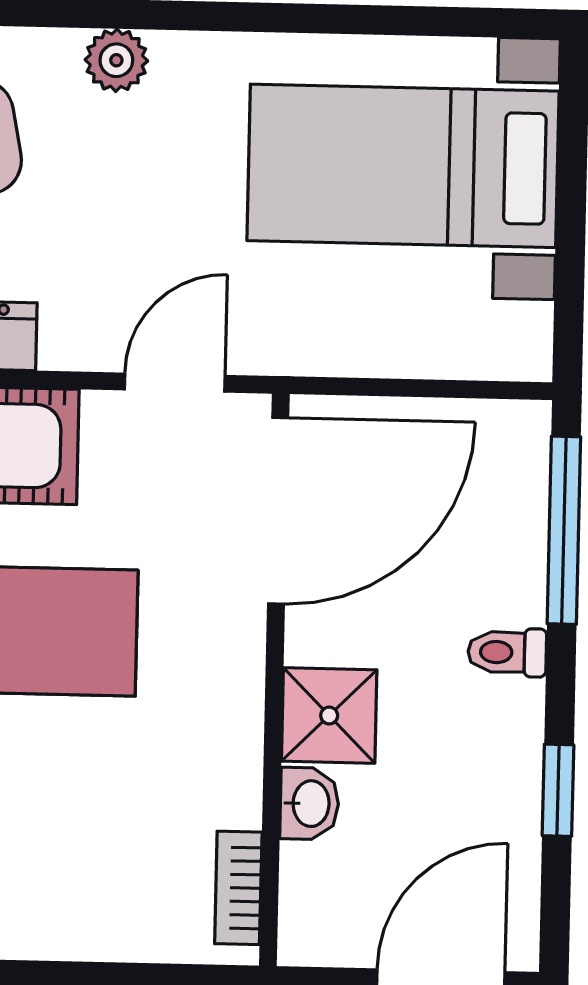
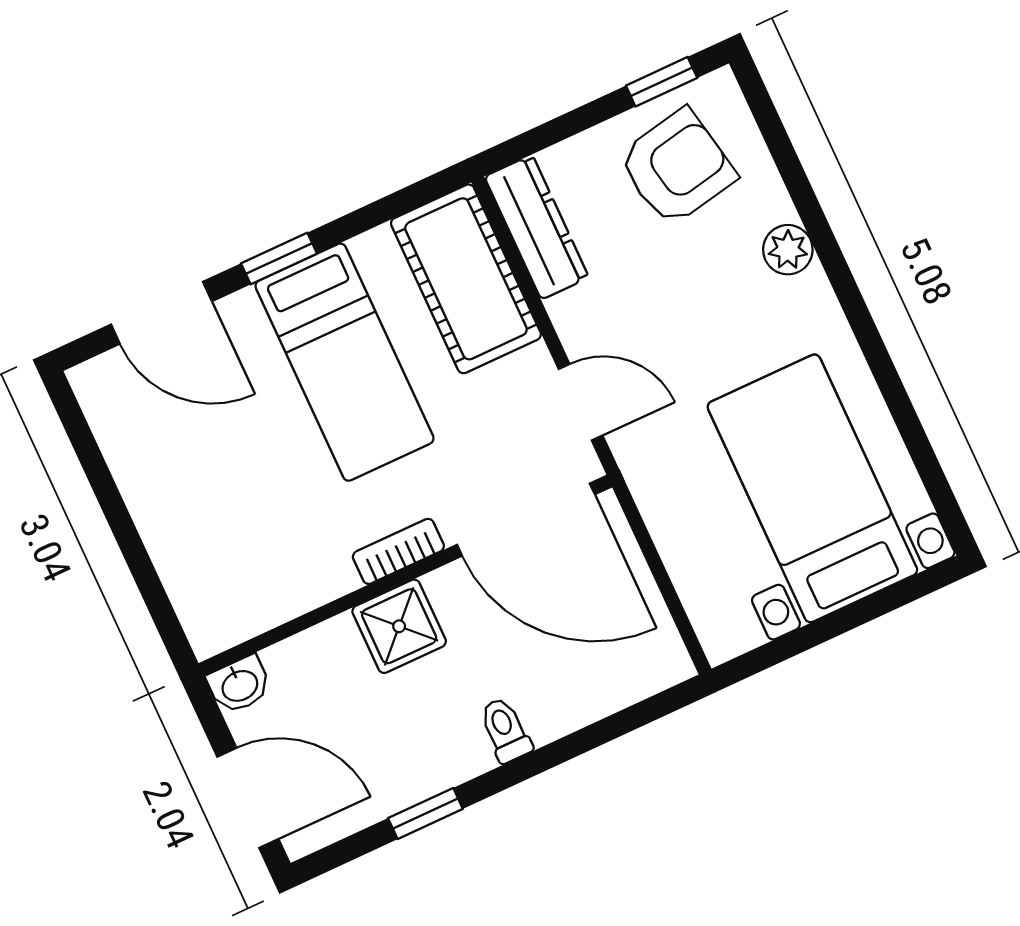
window: (564, 530) -> (611, 728), removed
washbasin: (309, 804) -> (239, 685), moved
bookcase: (238, 888) -> (398, 551), moved

